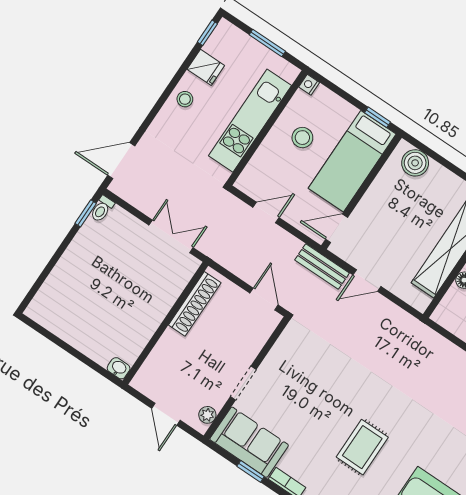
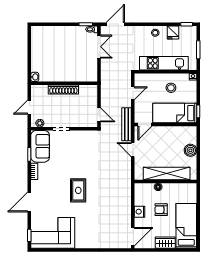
door: (121, 161) -> (115, 24), hinge flipped
boiler: (415, 163) -> (190, 150), moved
door: (266, 212) -> (133, 93), hinge flipped
door: (337, 228) -> (145, 124), swing flipped
double door: (171, 236) -> (99, 47), moved
bench: (322, 266) -> (127, 124), width x1.36
door: (264, 299) -> (99, 115), hinge flipped
shoe rack: (195, 304) -> (63, 89), moved
rug: (362, 447) -> (78, 190), moved, turned 90

